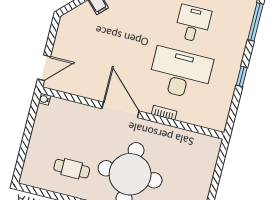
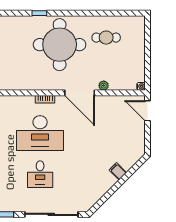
door: (44, 68) -> (147, 111), hinge flipped
plant: (89, 111) -> (104, 86), added

